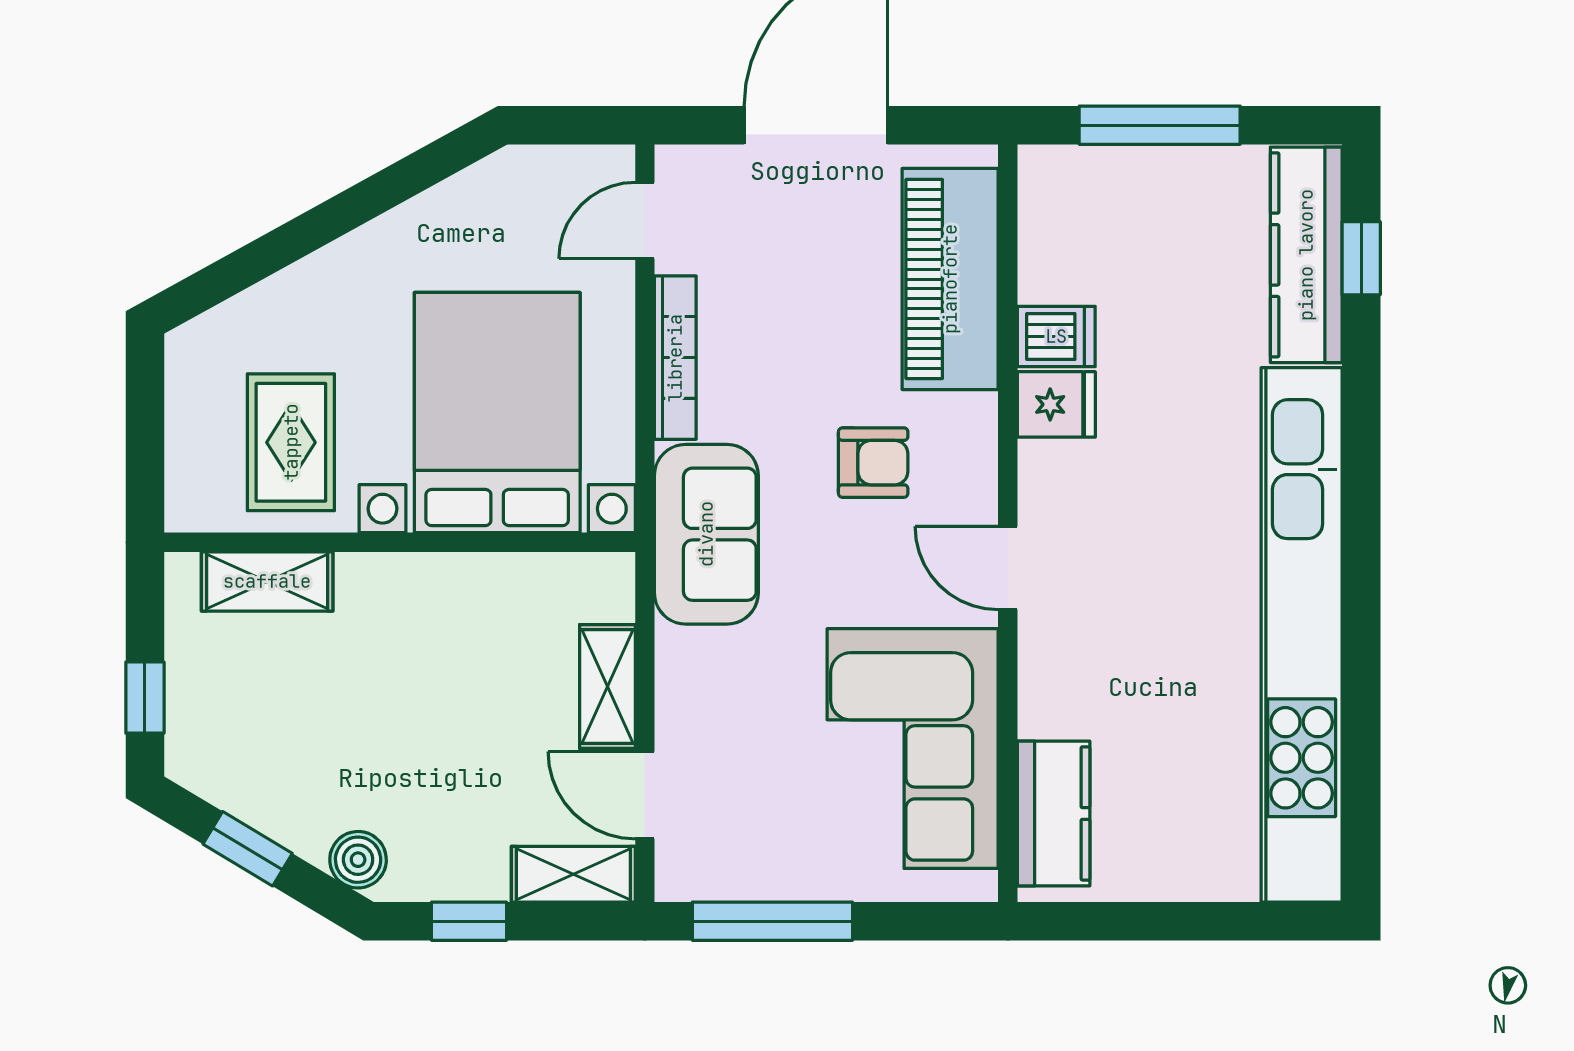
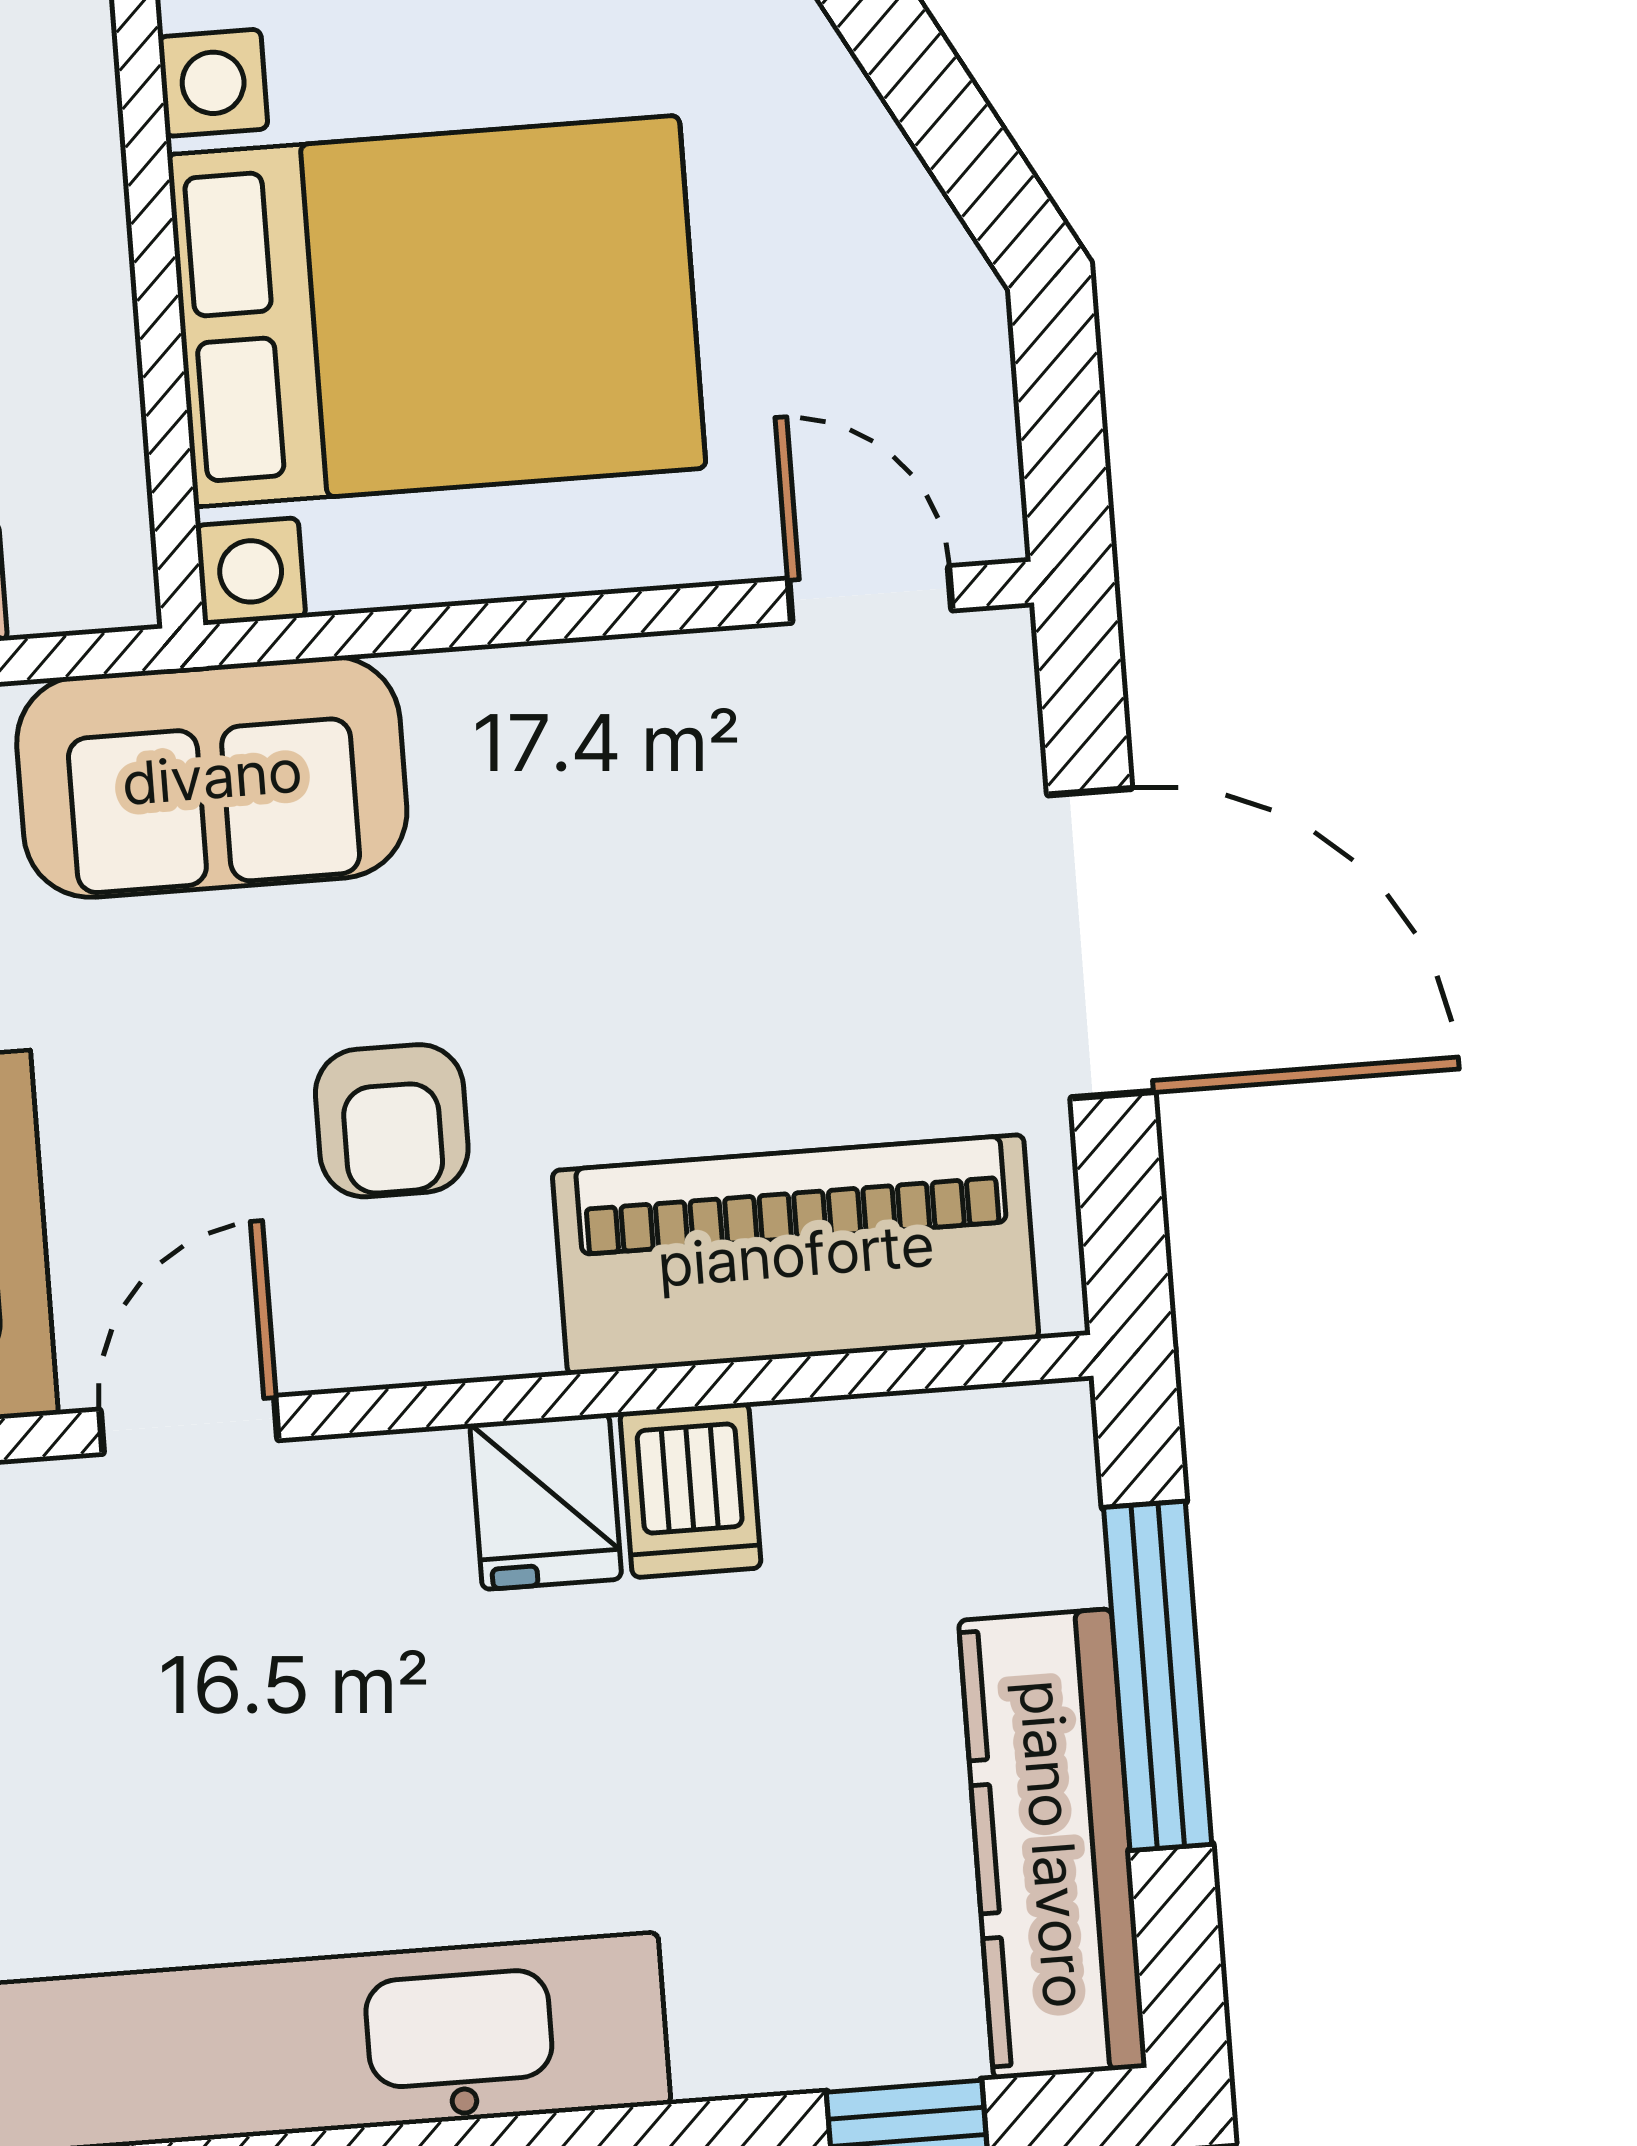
kitchen counter: (1306, 255) -> (1053, 1844), moved, turned -90
bookcase: (675, 358) -> (583, 682), removed

